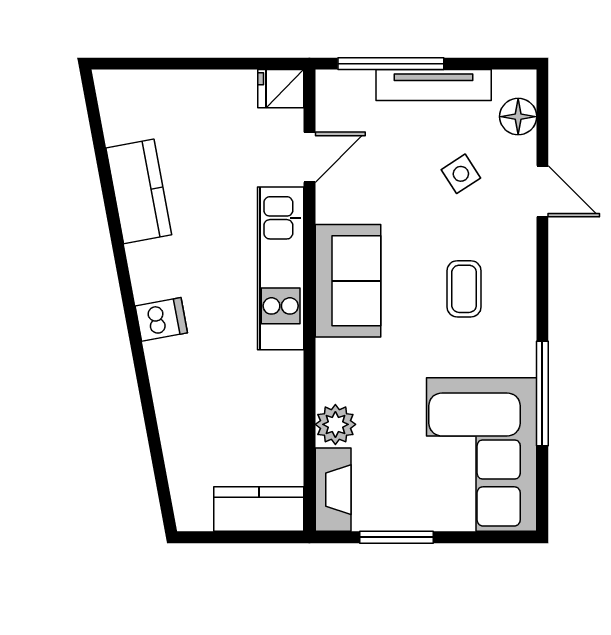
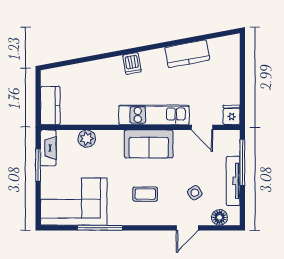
fireplace: (333, 490) -> (48, 148), moved, turned -90

